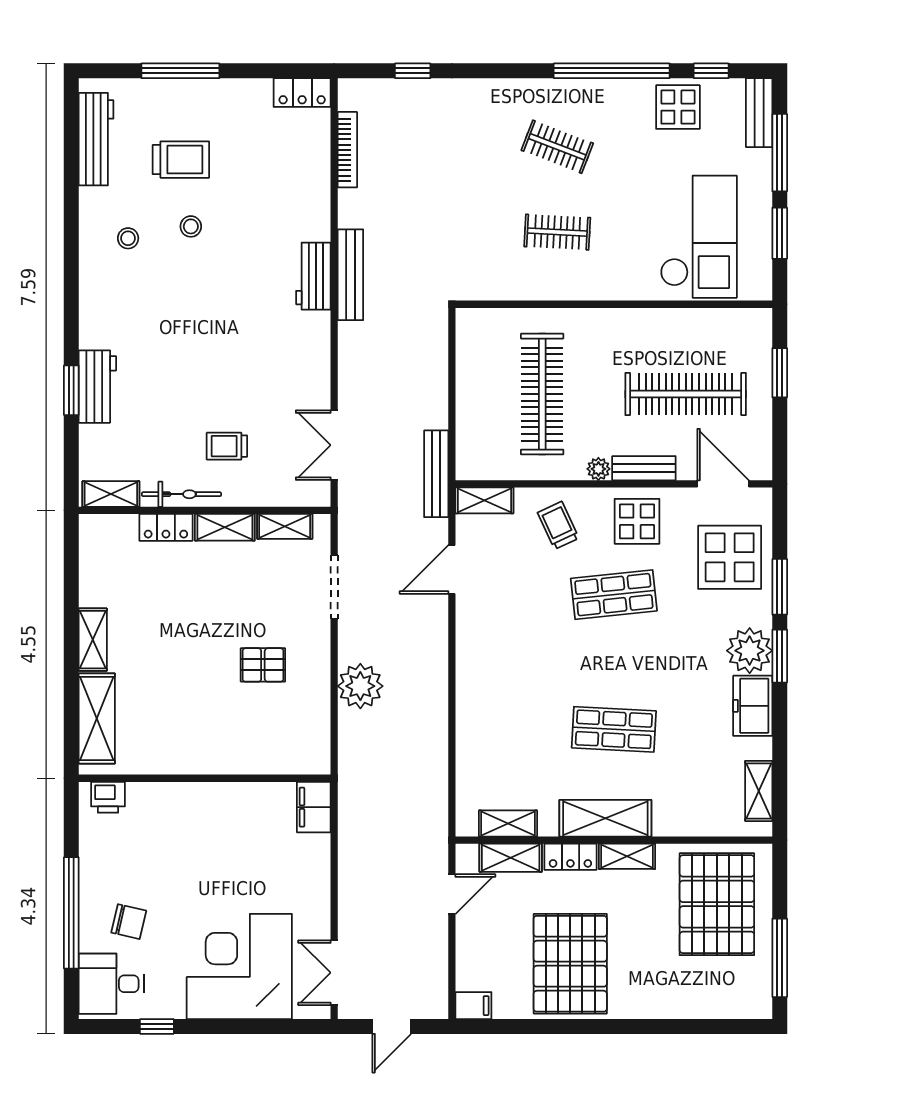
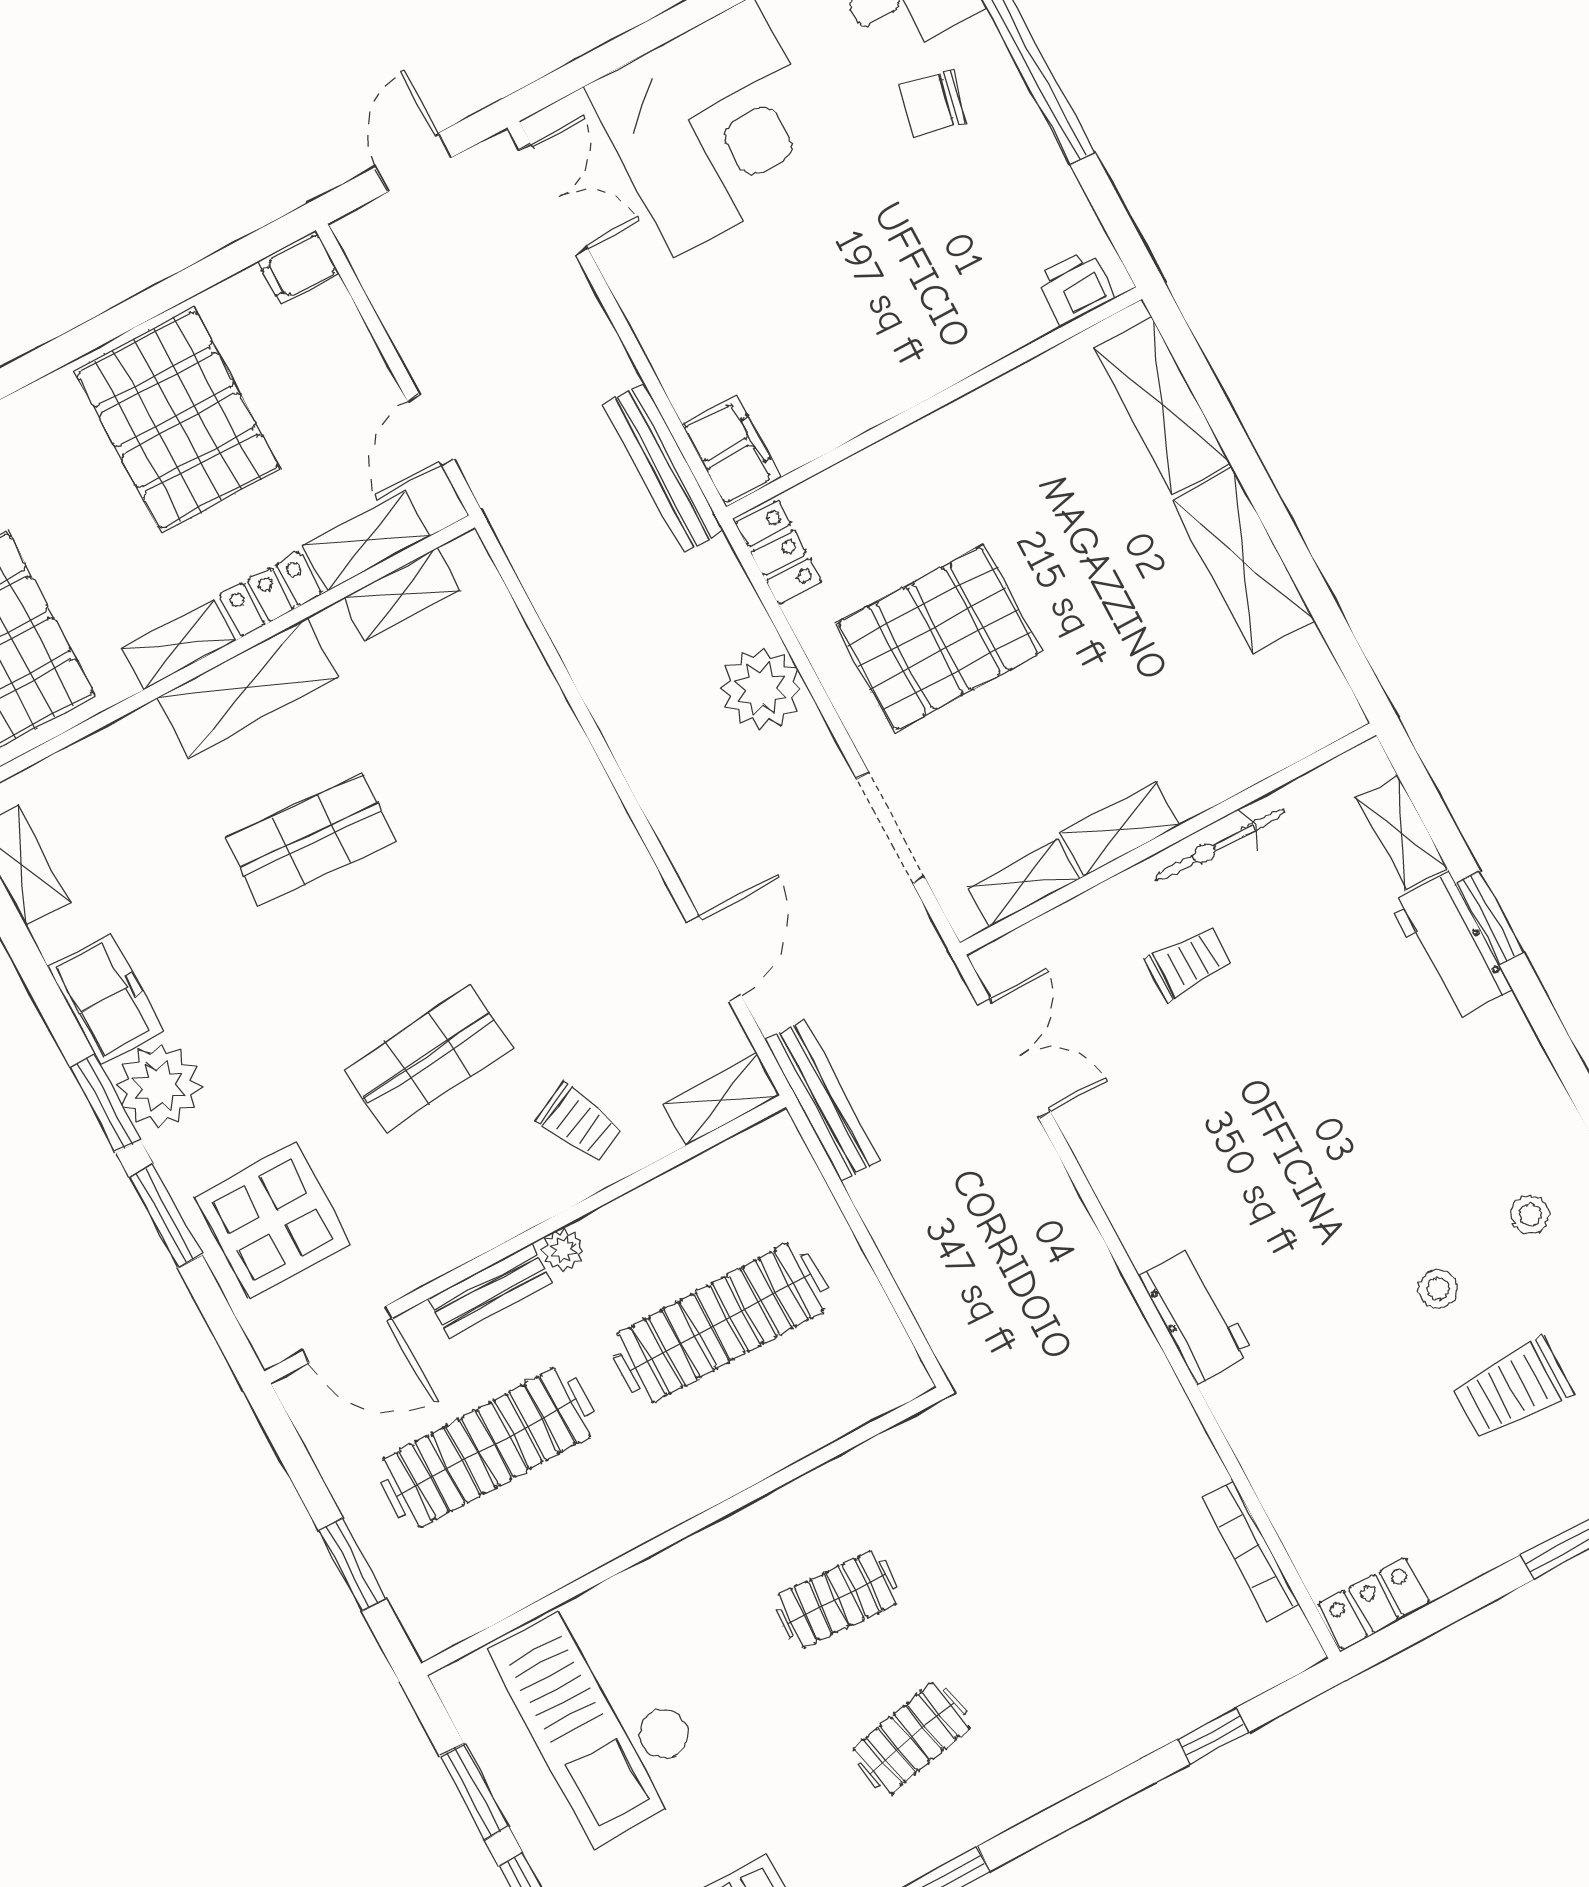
clothes rail: (557, 147) -> (911, 1738), turned -33
bench: (350, 275) -> (664, 468), moved
clothes rail: (542, 394) -> (720, 1323), turned 90
shelving: (111, 494) -> (1402, 832), moved, turned 90
display table: (637, 521) -> (455, 1198), removed
locker: (166, 527) -> (779, 552), moved, turned 90
shelving: (93, 640) -> (1243, 560), width x1.50, depth x1.33
pallet: (263, 665) -> (938, 638), width x2.05, depth x2.00

